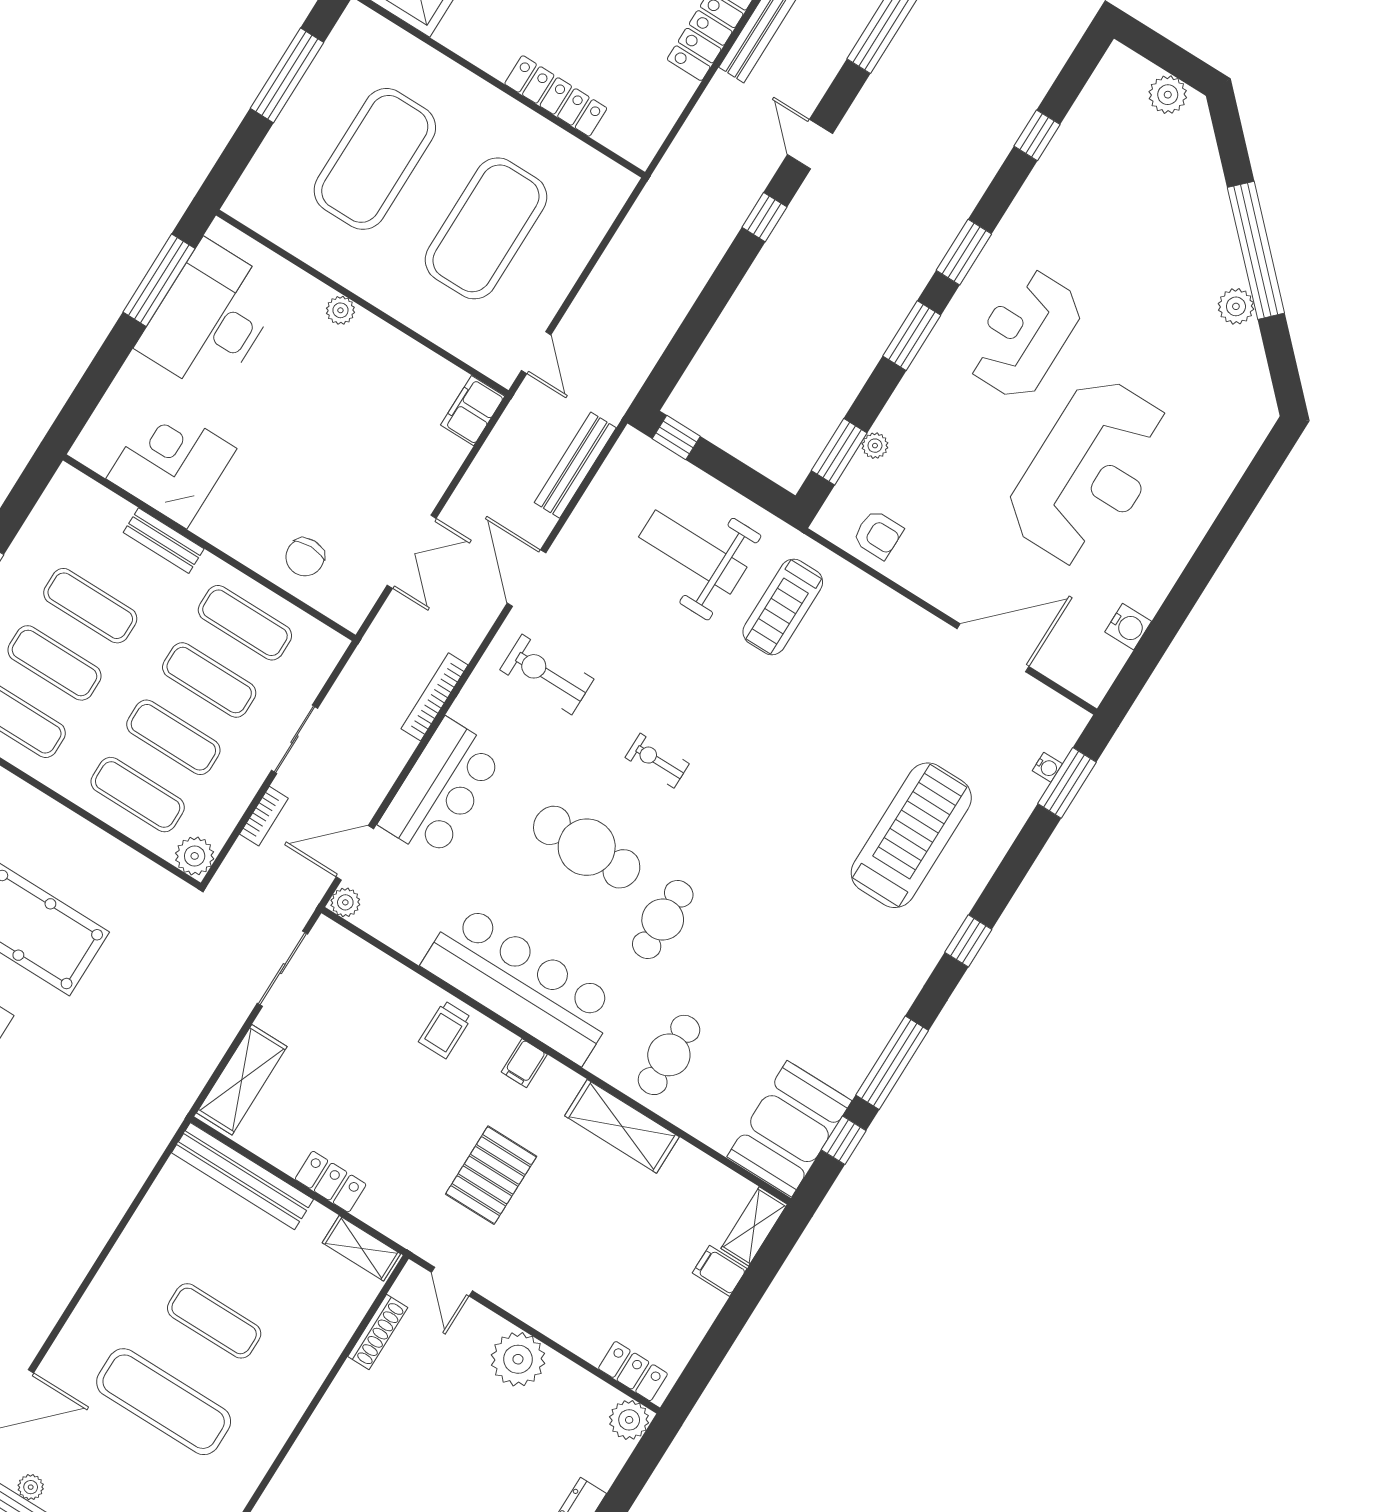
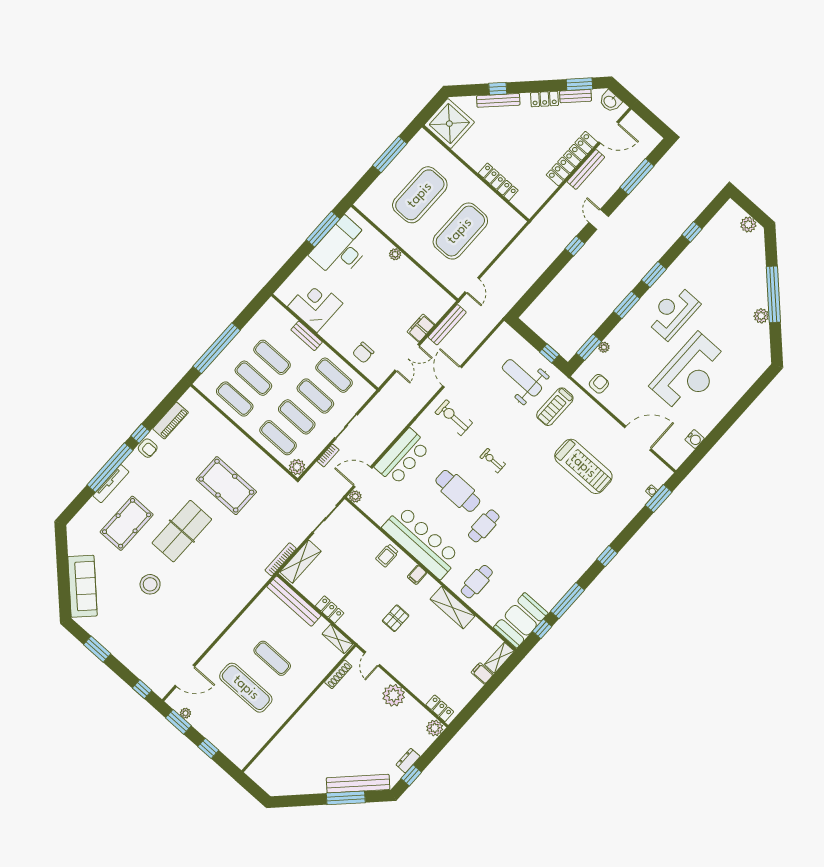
filing cabinet: (473, 411) -> (421, 328), moved
window: (676, 438) -> (549, 353), moved
bench: (575, 465) -> (447, 325), moved
armchair: (878, 535) -> (599, 384), turned -90
bookcase: (435, 697) -> (281, 559), moved
treadmill: (911, 835) -> (583, 466), moved, turned 90
pallet: (491, 1175) -> (396, 618), width x0.67, depth x0.71

